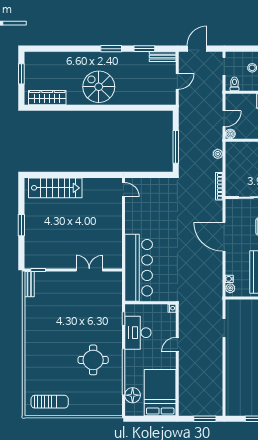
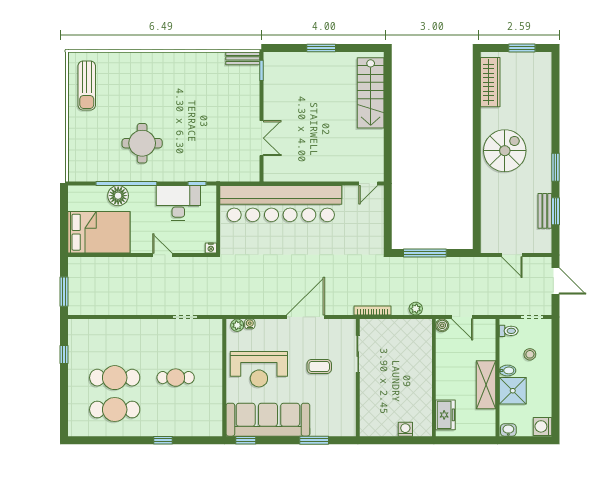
bench: (163, 57) -> (545, 211), moved
bar counter: (139, 268) -> (281, 204), width x1.36
floor lamp: (133, 395) -> (118, 196), moved

